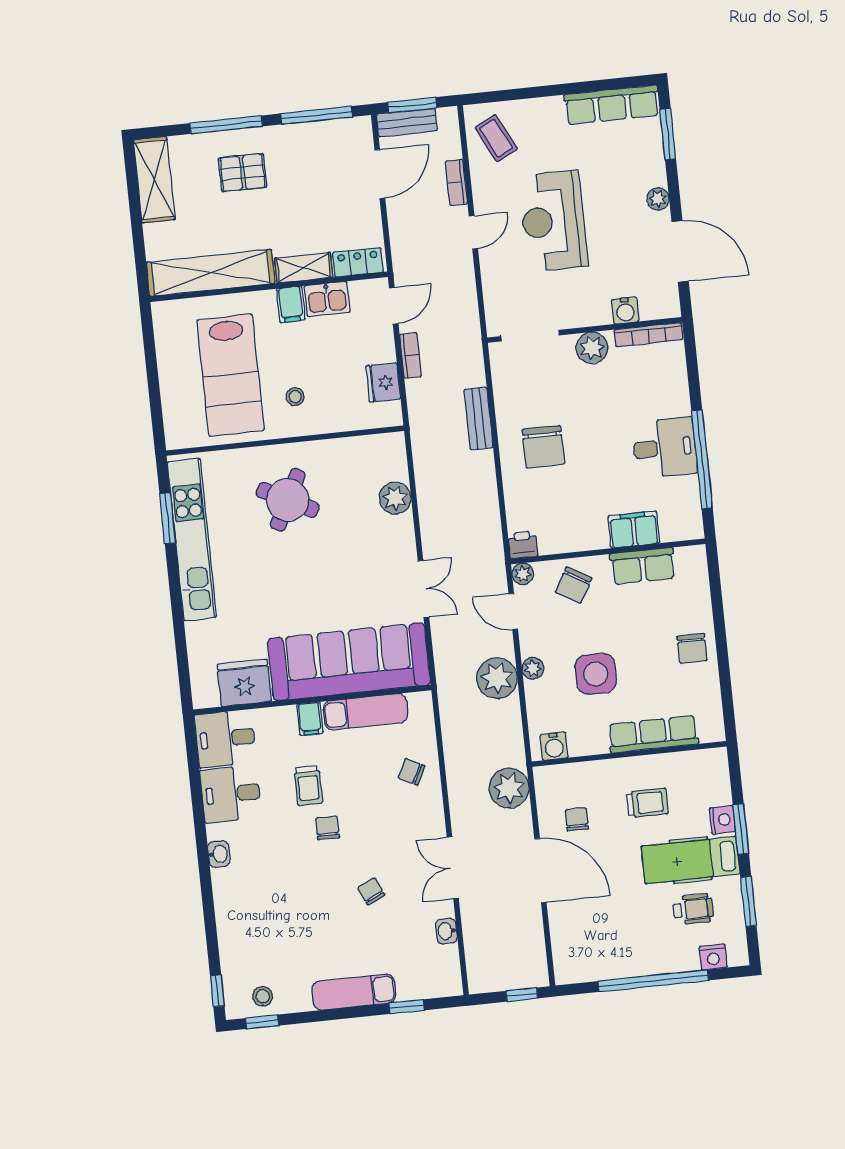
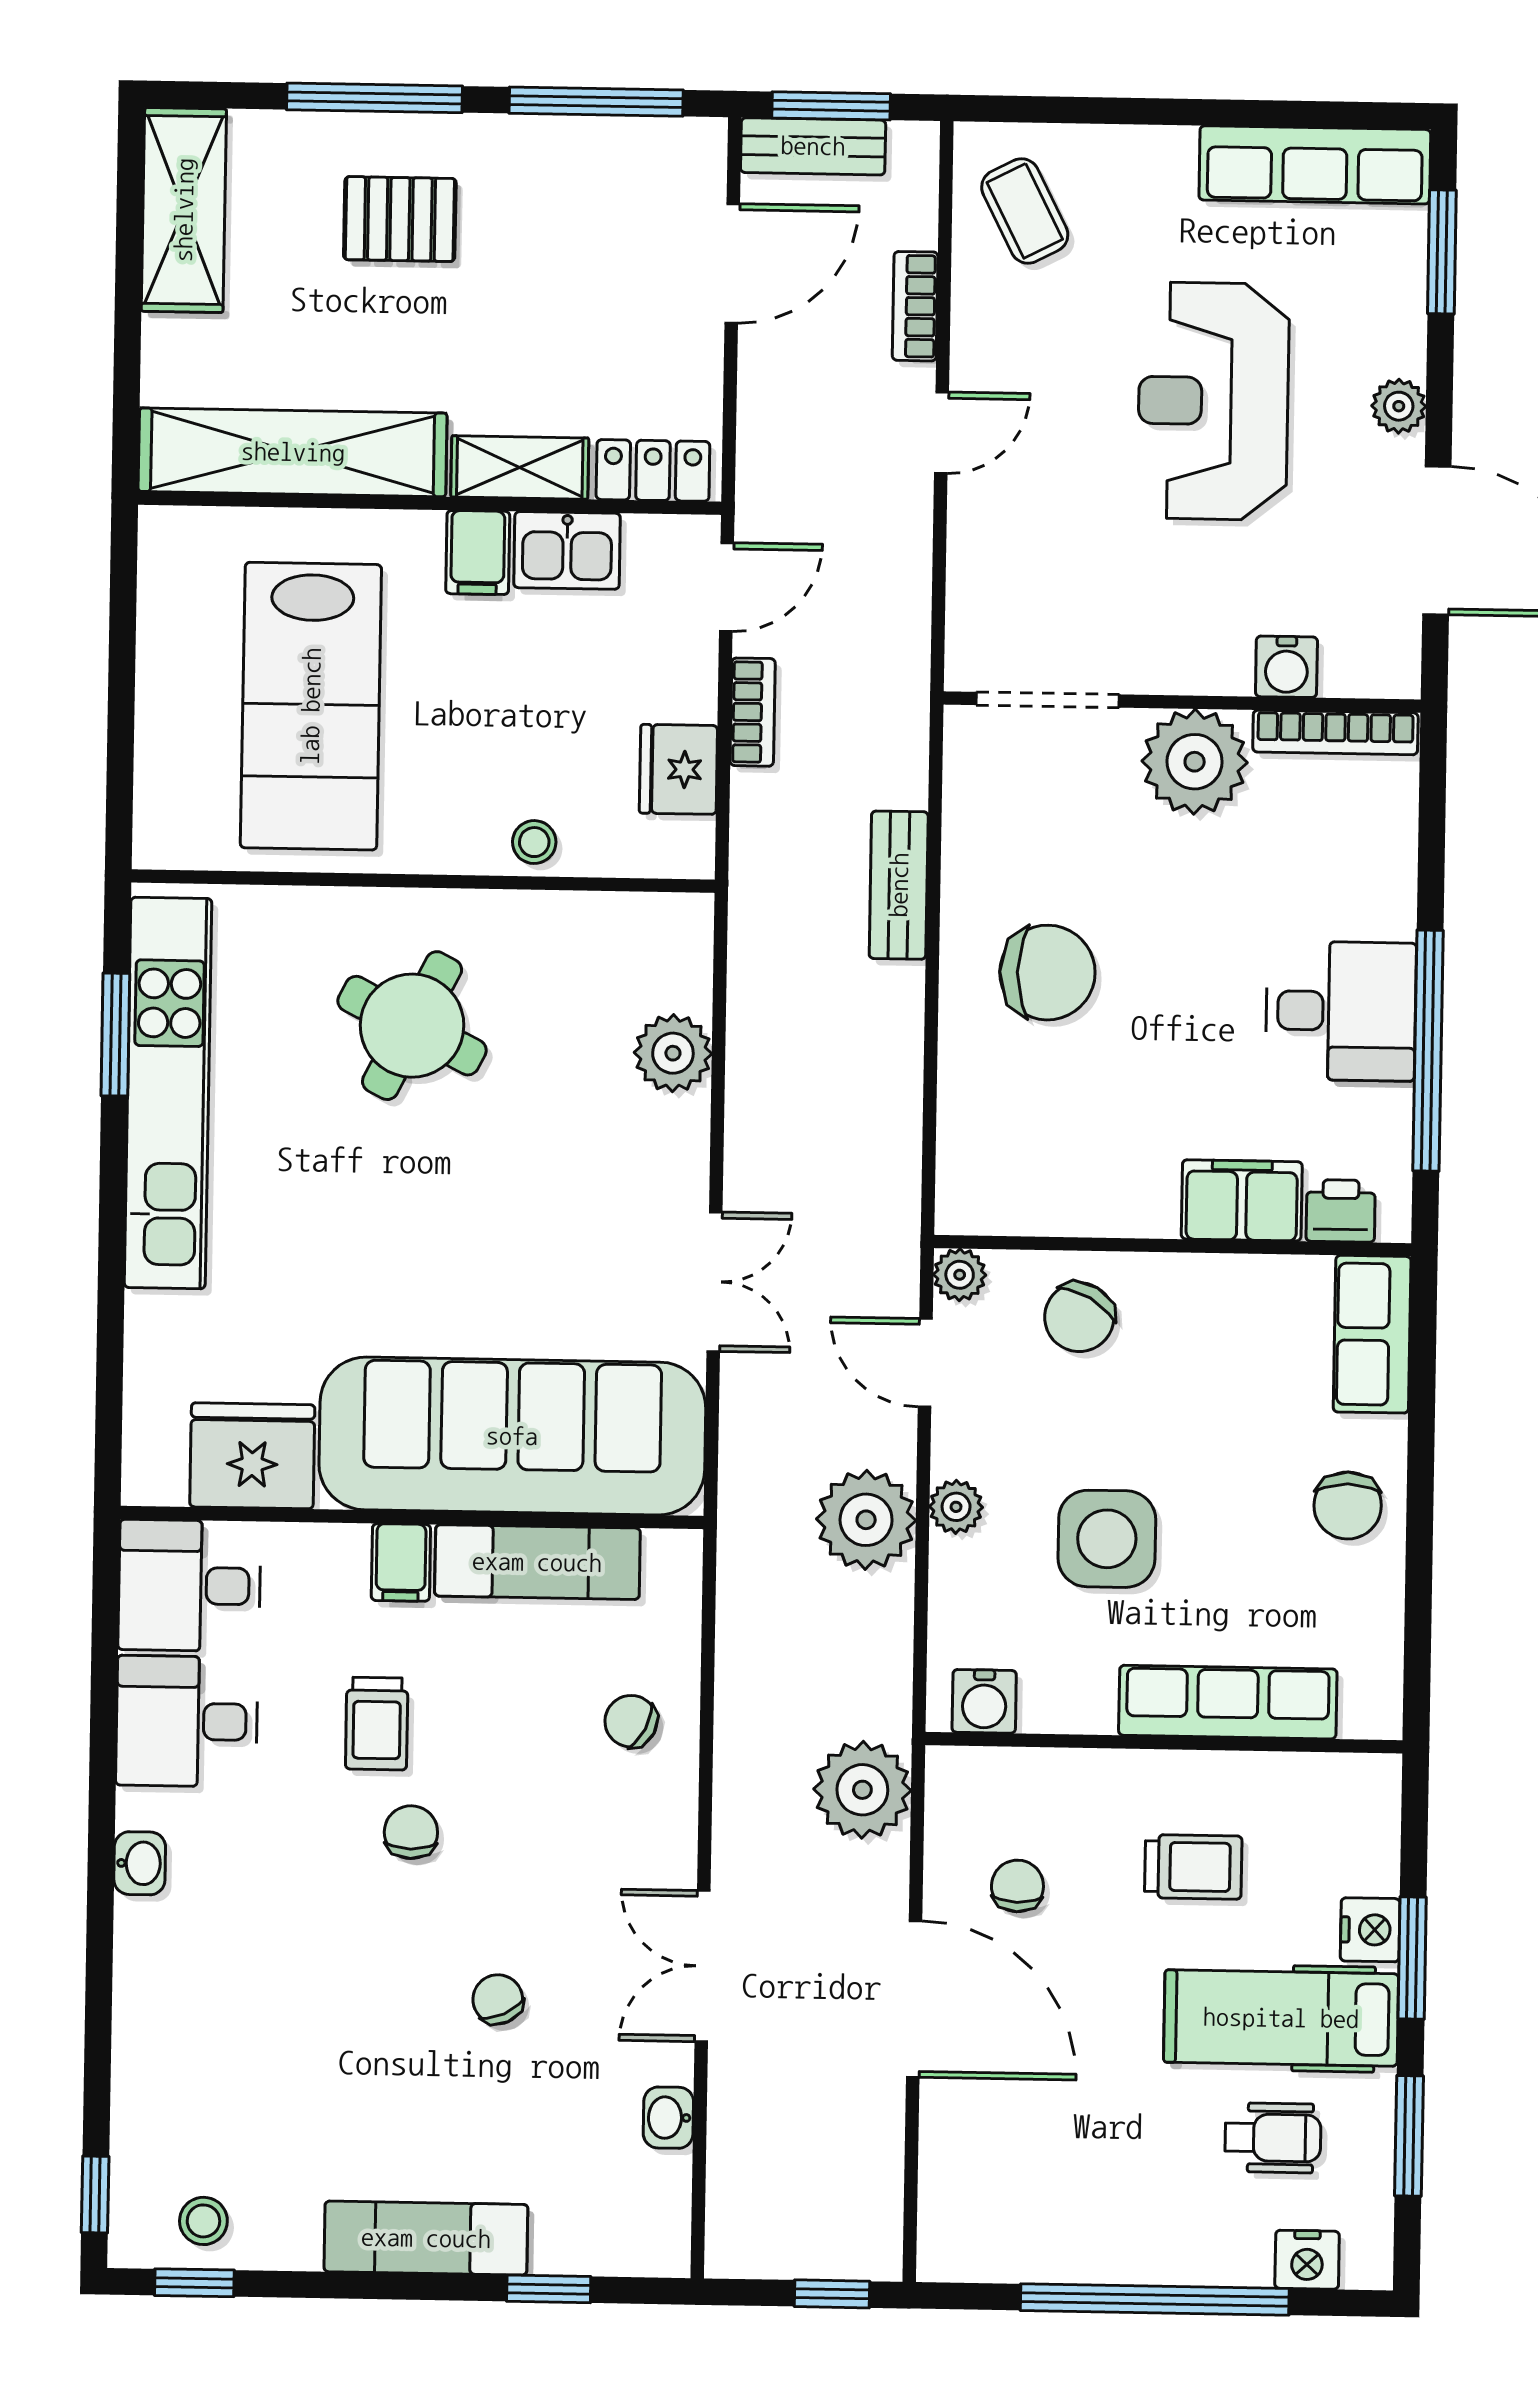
reception desk: (553, 221) -> (1213, 401), moved
plant: (592, 348) -> (1195, 762), width x1.36, depth x1.36
stool: (295, 397) -> (534, 842), moved
chair: (543, 447) -> (1047, 973), turned -90
printer: (523, 545) -> (1341, 1211), moved
row of seats: (643, 566) -> (1372, 1334), moved, turned 90

